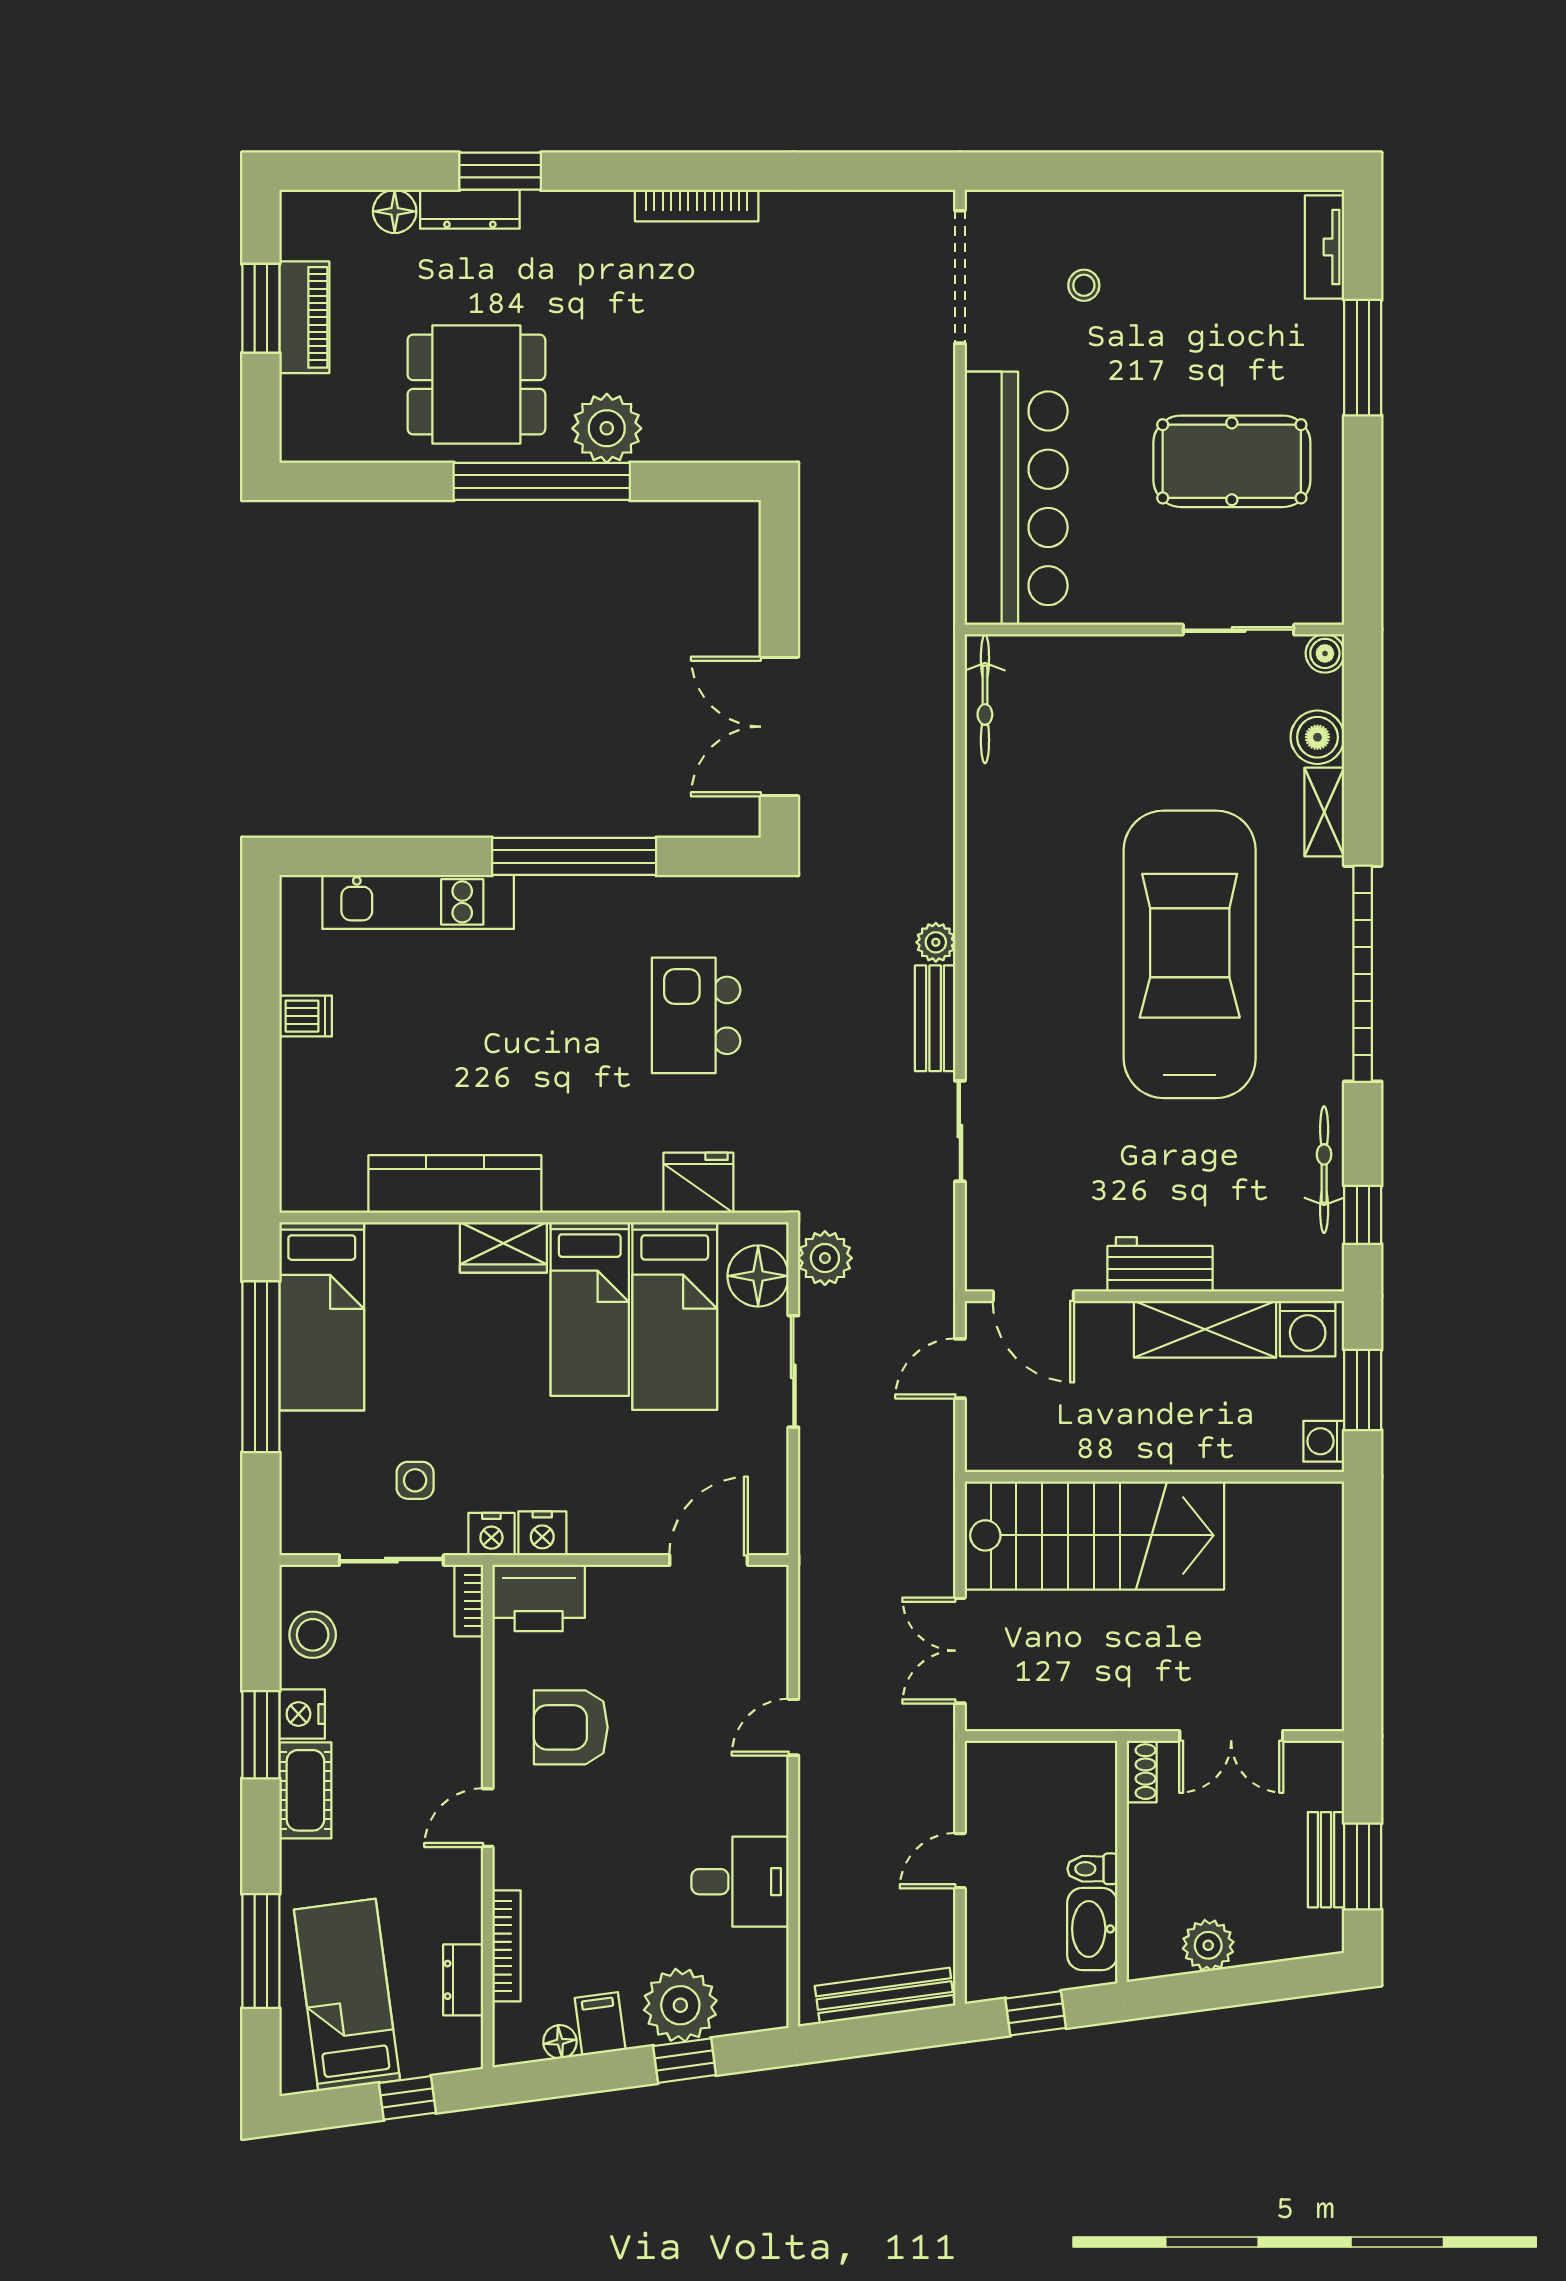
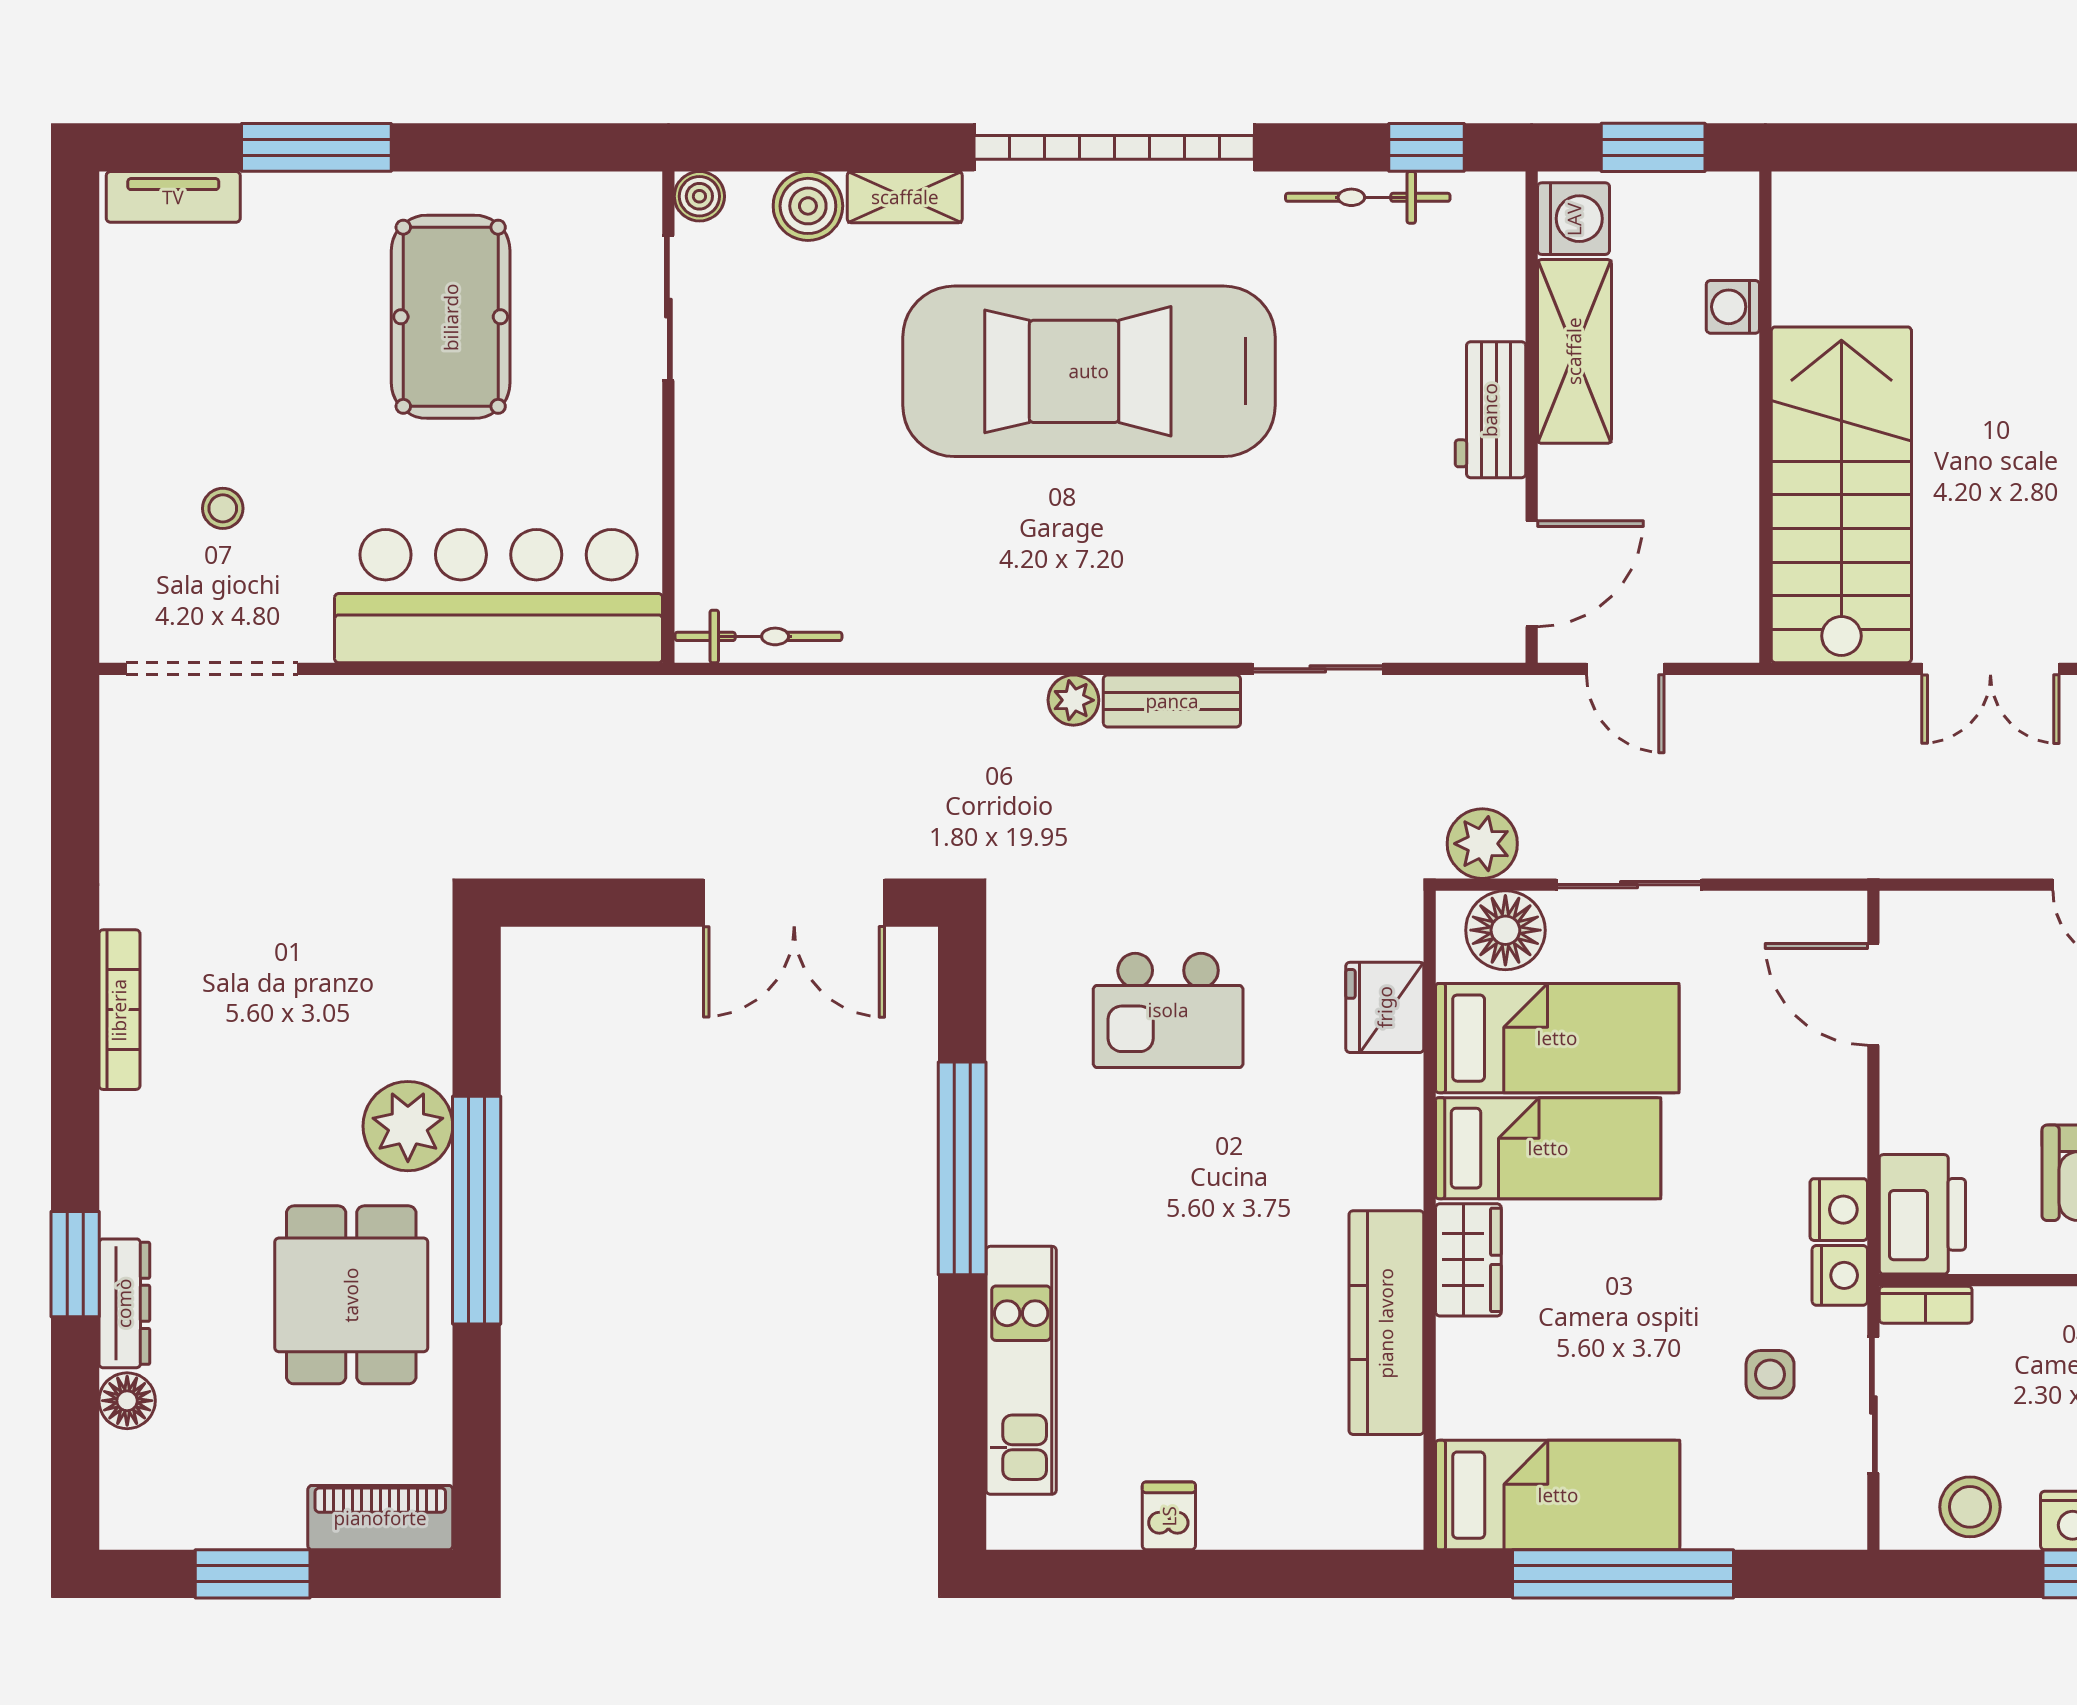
piano: (304, 317) -> (380, 1518), moved
washing machine: (1324, 1441) -> (1733, 307), moved, turned 90

